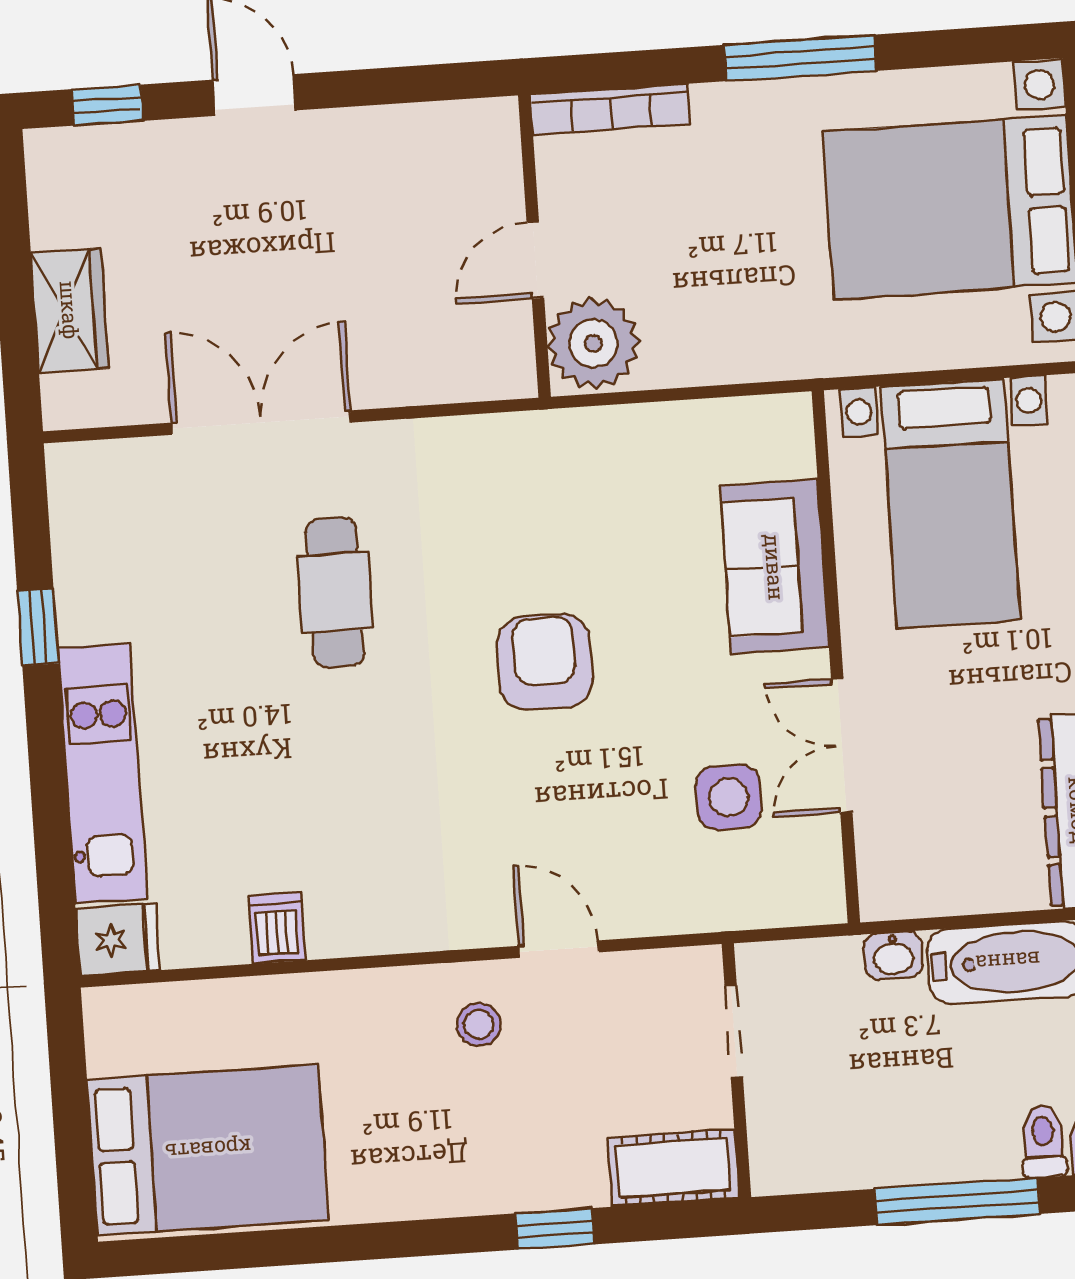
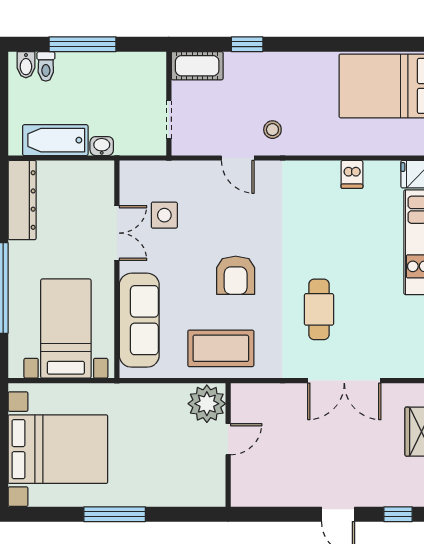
bookcase: (610, 109) -> (193, 499), removed
coffee table: (568, 481) -> (221, 348), added
sofa: (775, 567) -> (139, 320), width x1.36

